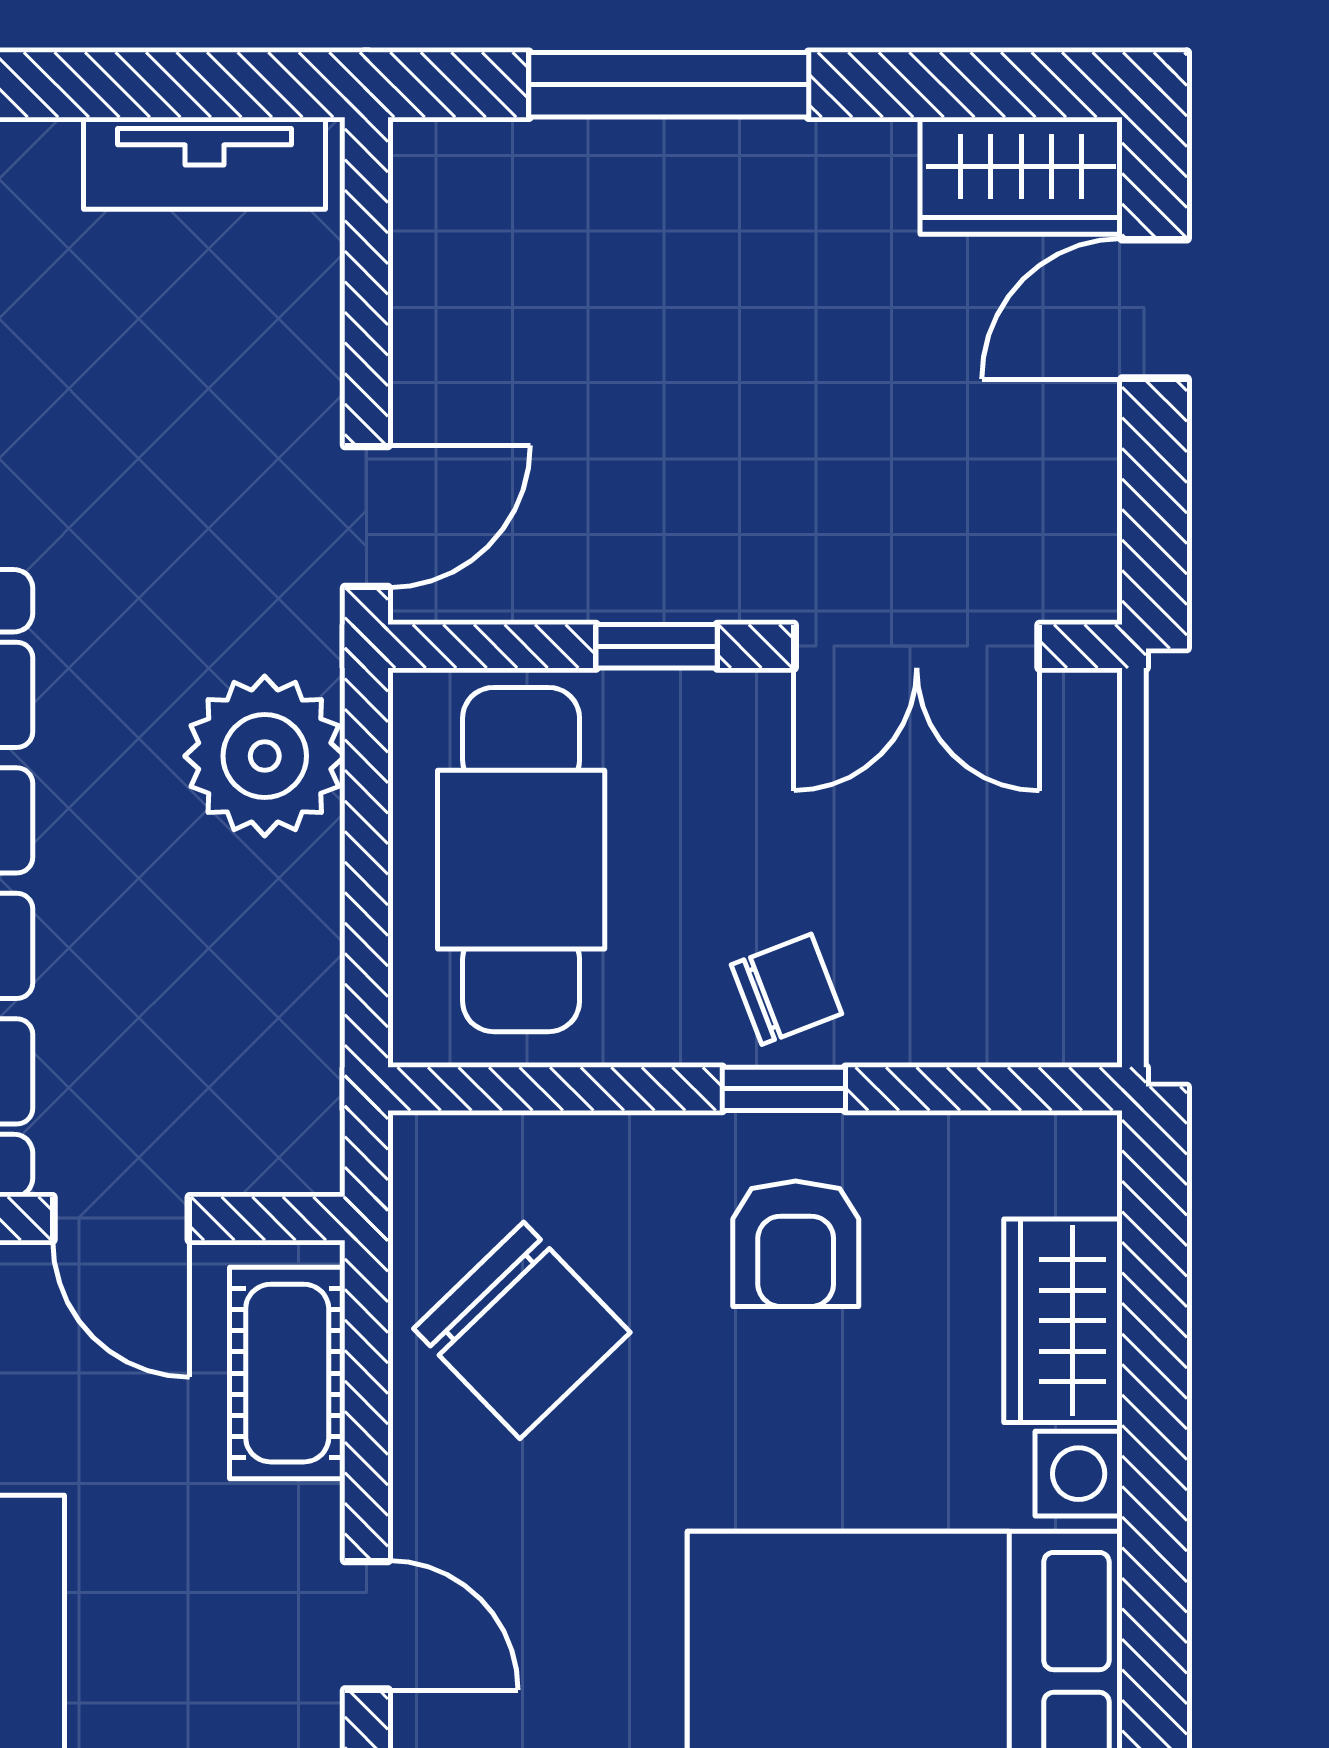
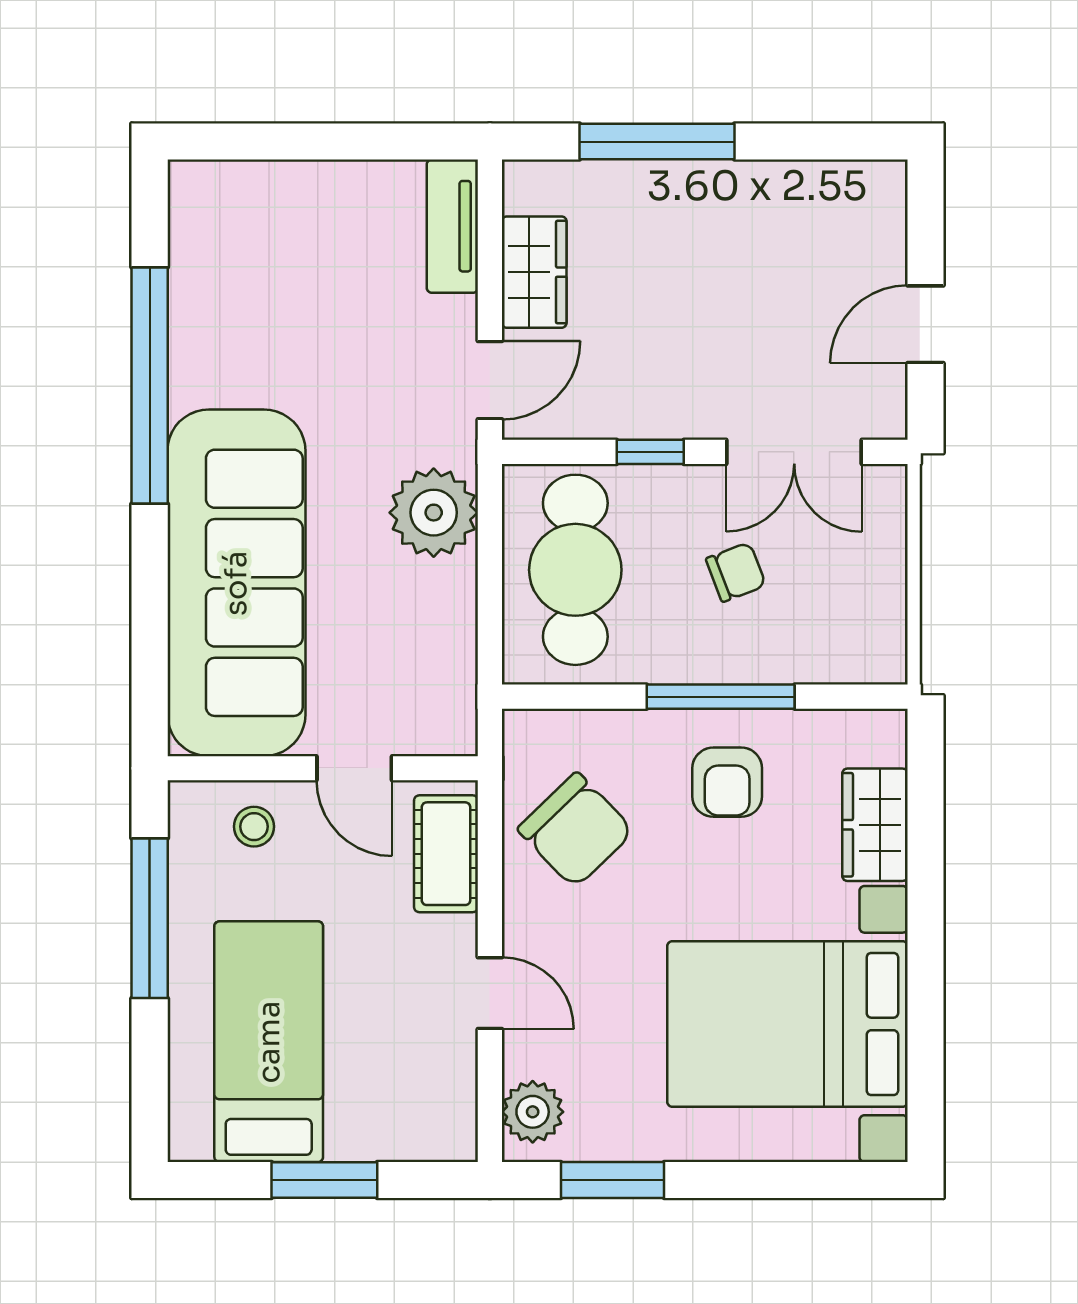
tv unit: (205, 163) -> (452, 226), moved, turned 90
wardrobe: (1021, 176) -> (534, 272), moved, turned -90
door: (1154, 309) -> (926, 324), moved
chair: (786, 989) -> (736, 572), moved
window: (784, 1089) -> (721, 697), width x2.17

